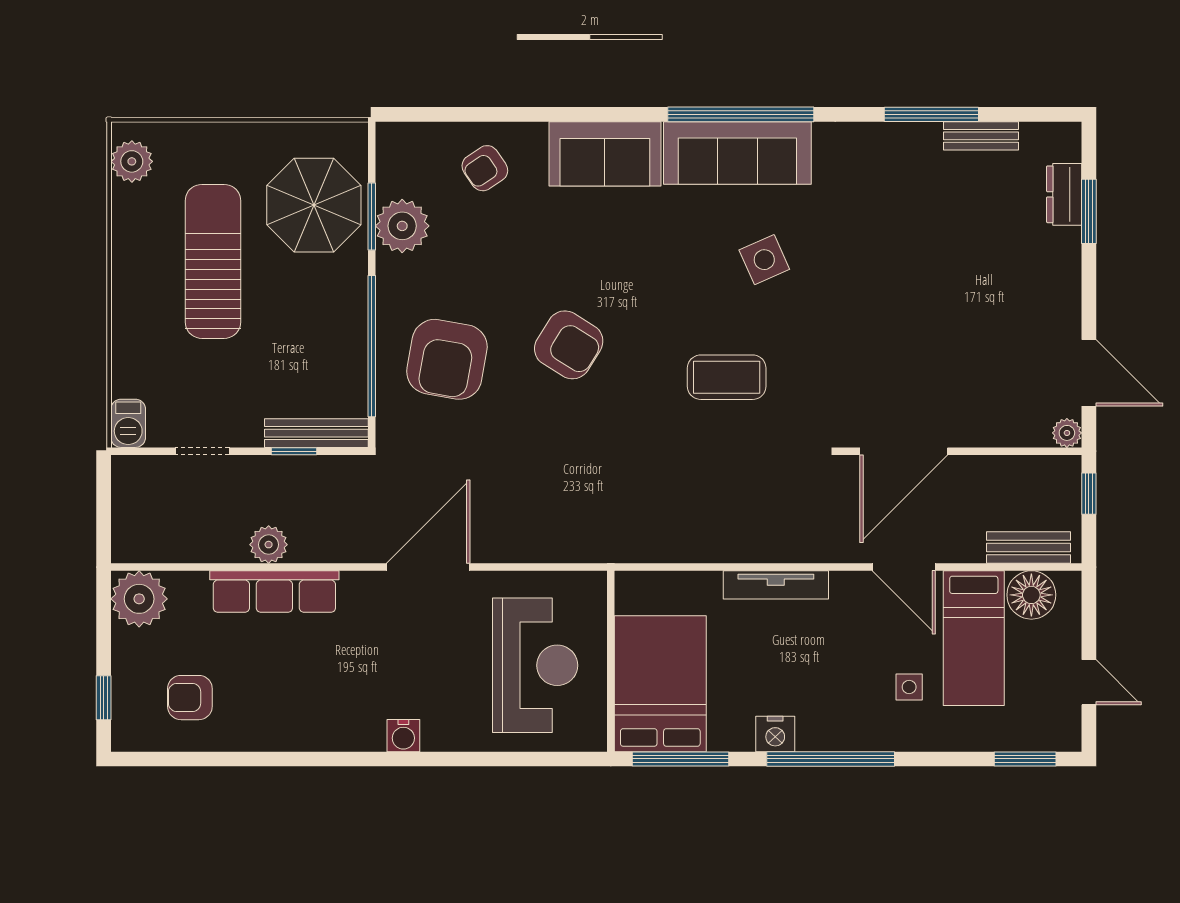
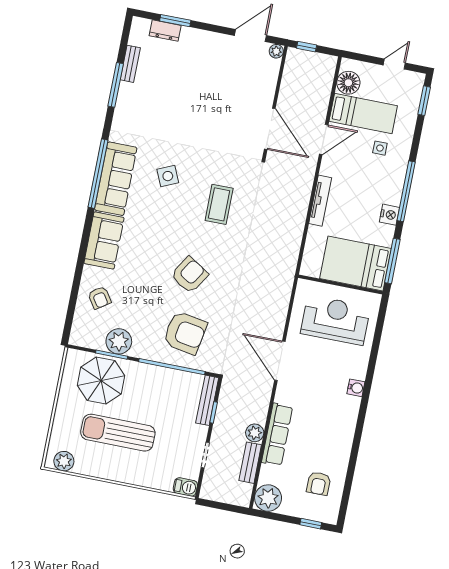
bench: (1029, 547) -> (250, 463), moved

